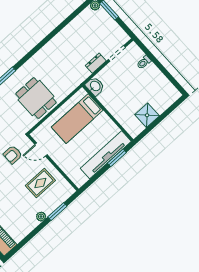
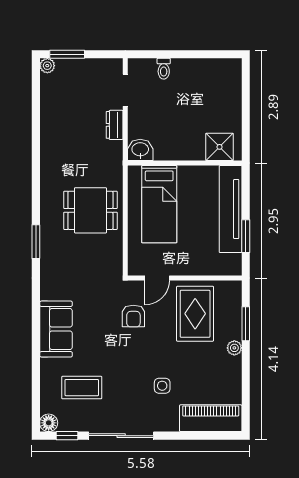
dining table: (36, 98) -> (90, 210), moved
shower: (147, 115) -> (220, 147), moved
window: (117, 158) -> (246, 236), moved
rug: (40, 183) -> (195, 314), width x1.36, depth x1.43

